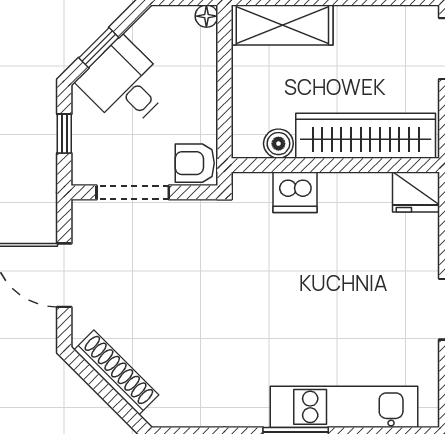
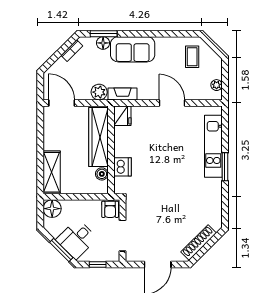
floor lamp: (206, 16) -> (52, 209), width x1.89, depth x1.89
window: (99, 48) -> (61, 250), width x1.50

